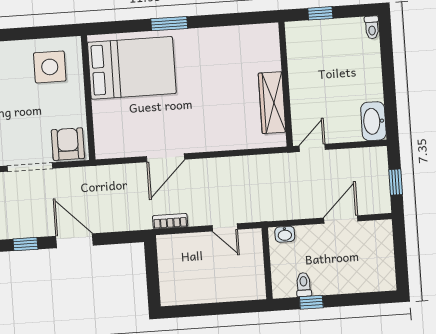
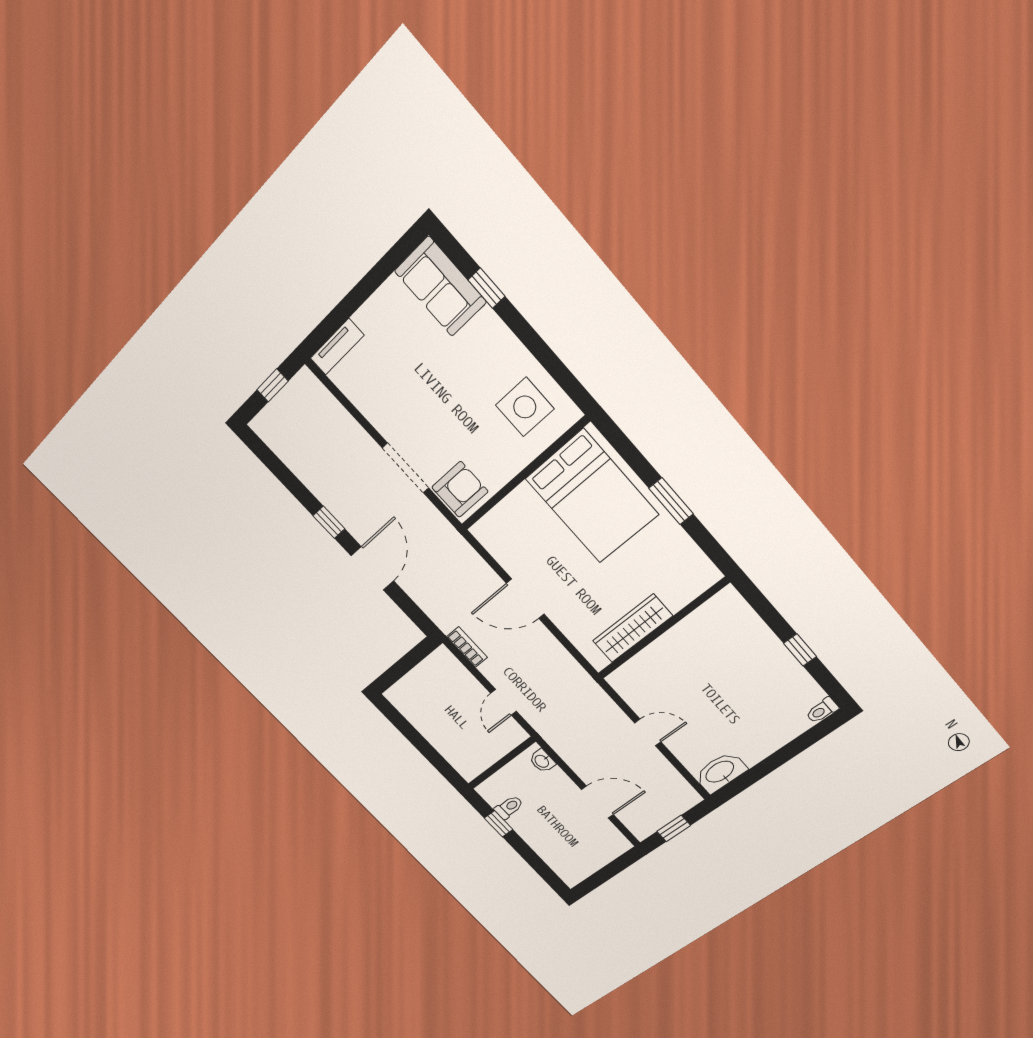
wall: (286, 84) -> (663, 629), moved
wardrobe: (272, 103) -> (632, 628), moved

